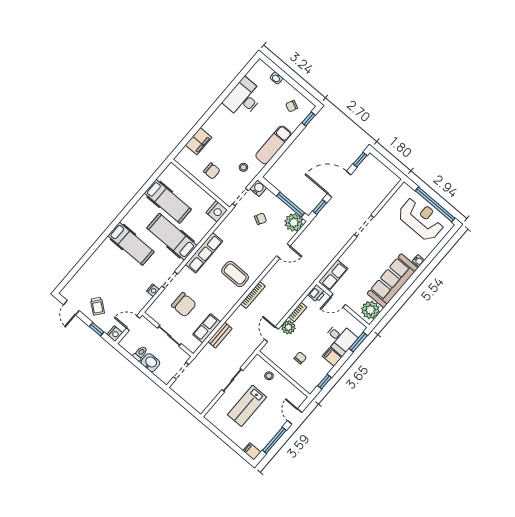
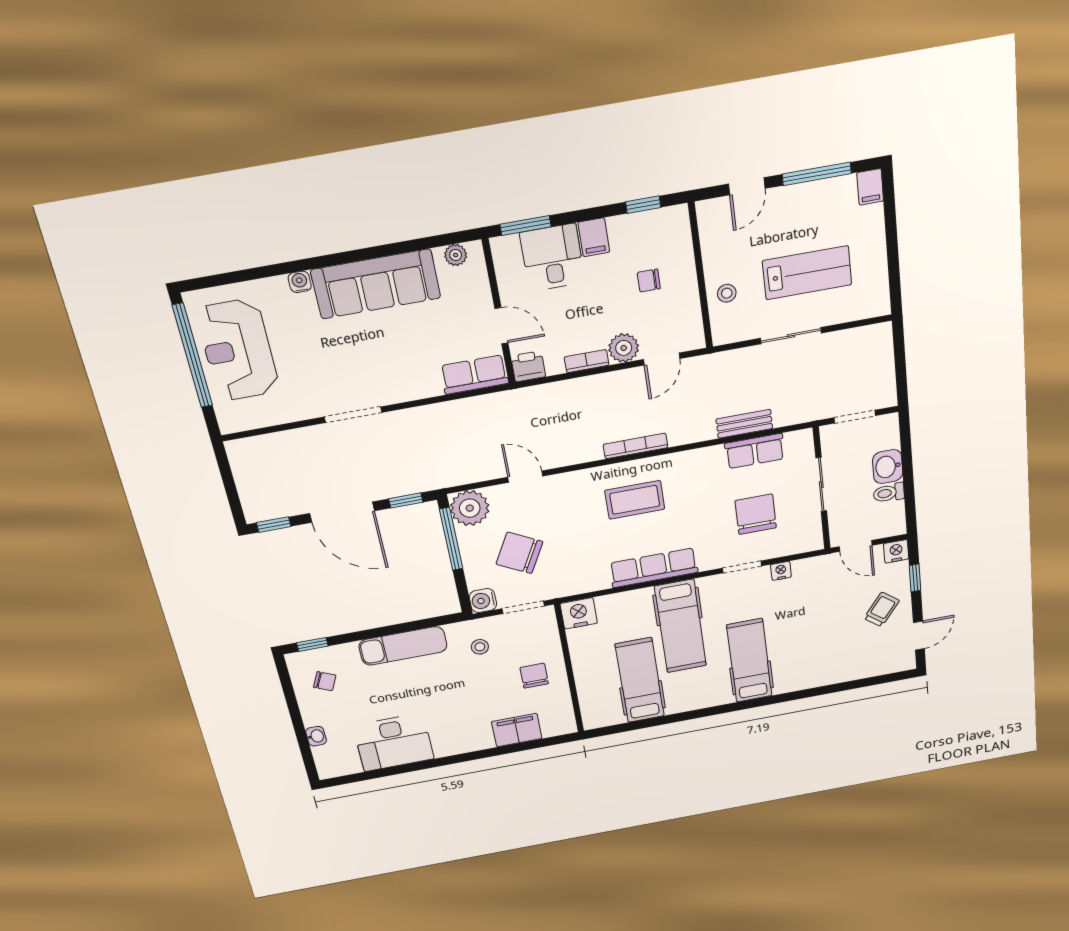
chair: (261, 219) -> (519, 553), width x1.87, depth x1.87
coffee table: (235, 274) -> (635, 500), turned 90
plant: (370, 310) -> (456, 255), width x0.53, depth x0.53

